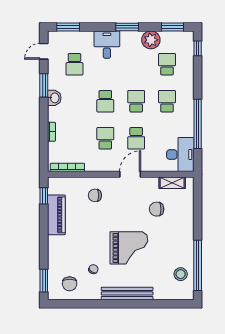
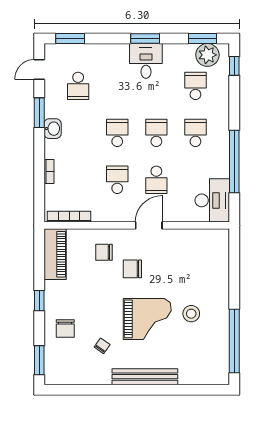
plant: (151, 40) -> (207, 55), moved
desk: (107, 45) -> (146, 61), moved
school desk: (105, 101) -> (117, 133), turned 180
shelving: (172, 183) -> (202, 236), removed
window: (44, 196) -> (39, 301), moved
chair: (157, 209) -> (132, 269), moved
piano: (56, 215) -> (55, 254), moved
stool: (181, 274) -> (191, 314), moved
chair: (70, 284) -> (65, 329), moved

